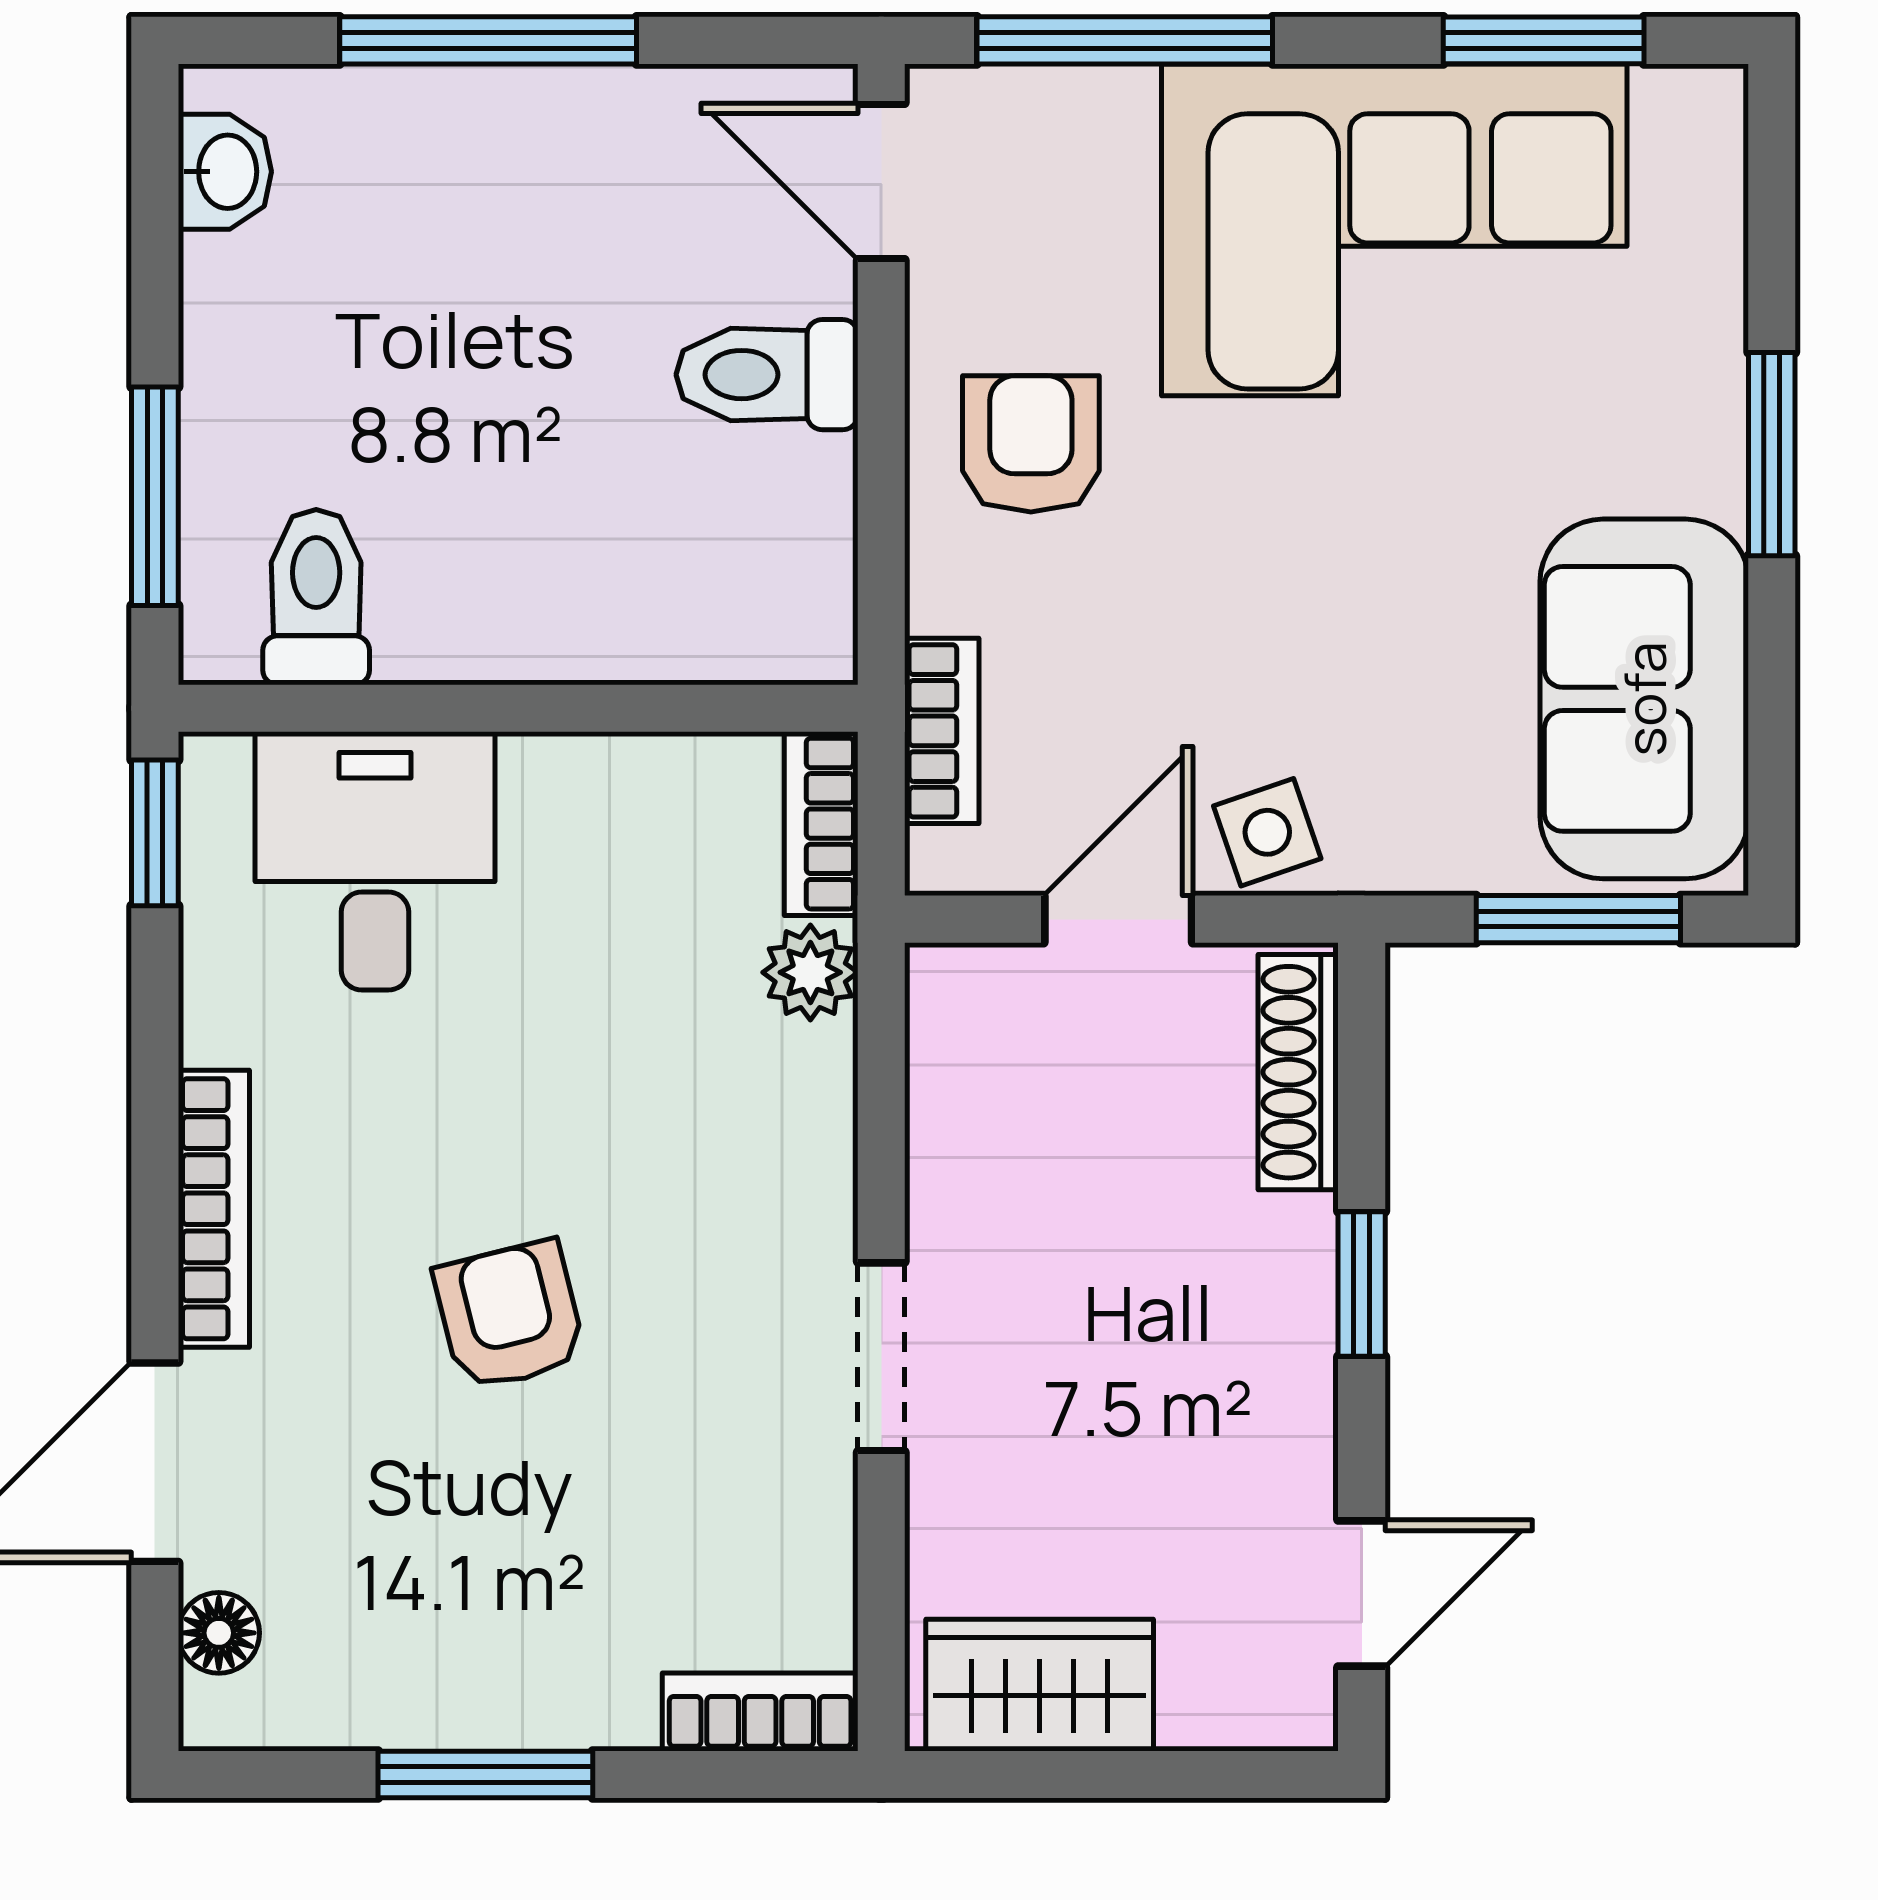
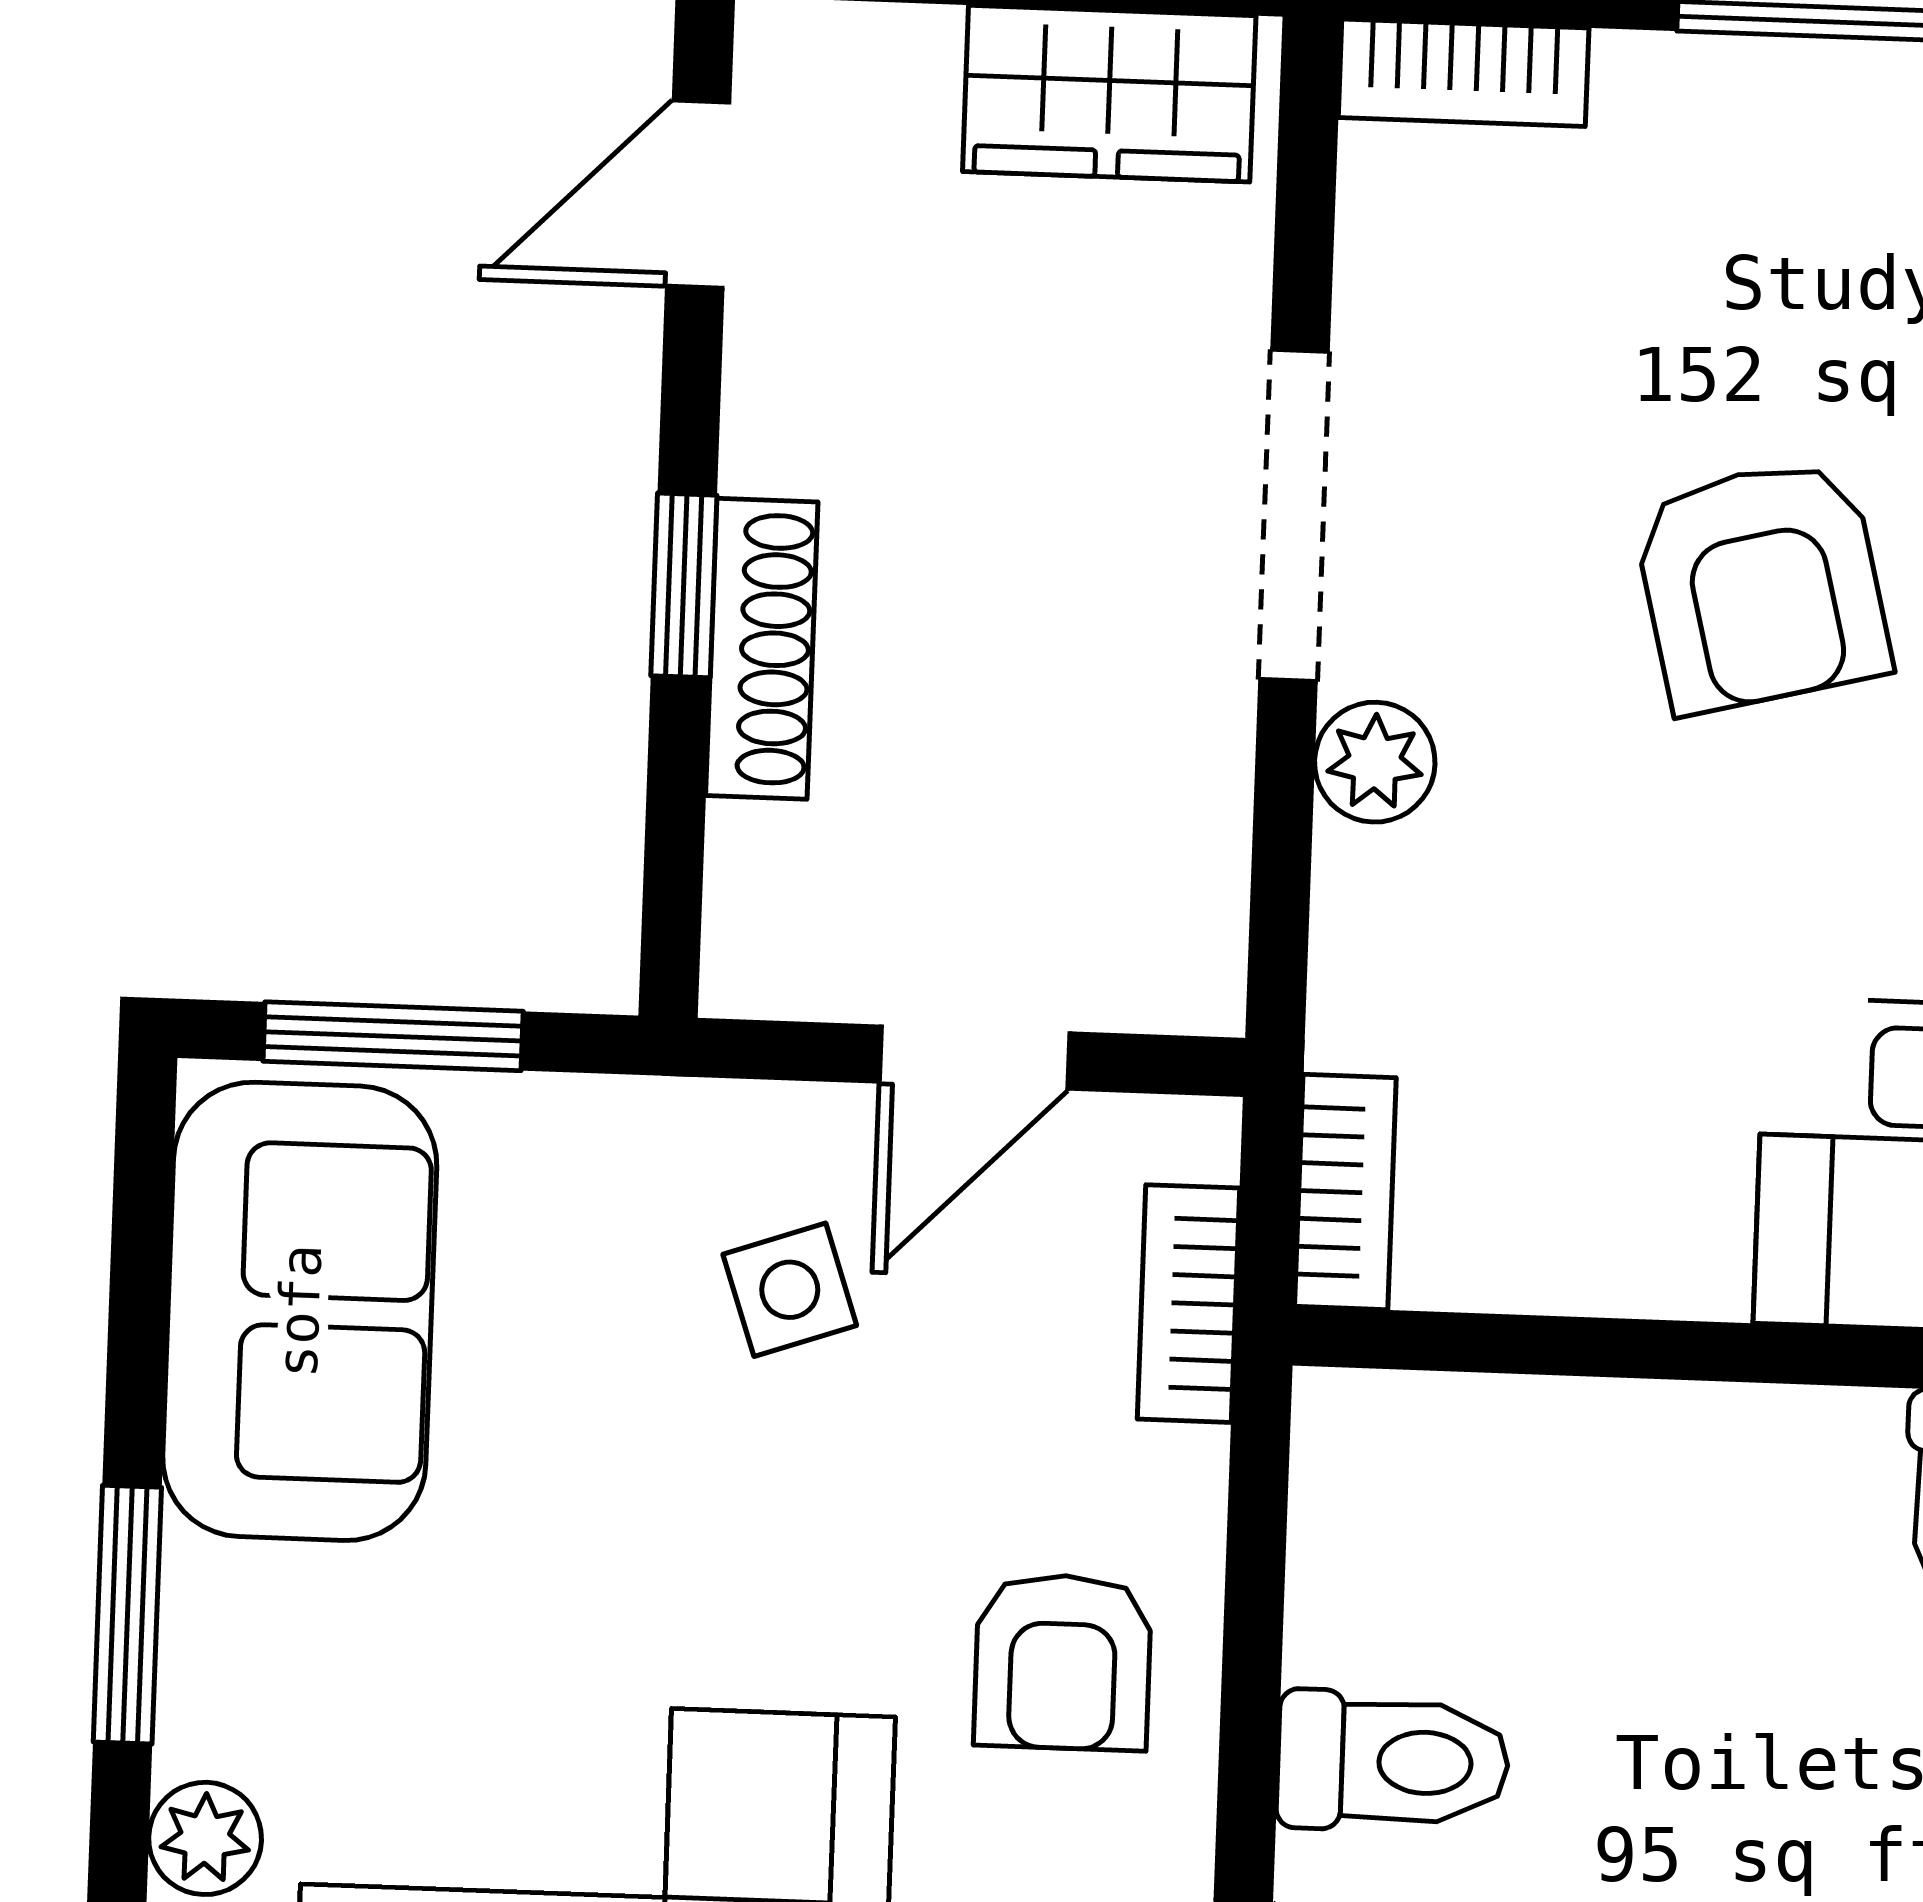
plant: (1704, 279) -> (205, 1838), added
side table: (1267, 832) -> (790, 1290), moved
plant: (810, 972) -> (1375, 762), moved
shoe rack: (1298, 1072) -> (762, 649), moved
armchair: (510, 1315) -> (1761, 585), width x1.38, depth x1.38
doorway: (881, 1357) -> (1294, 515), width x1.38

